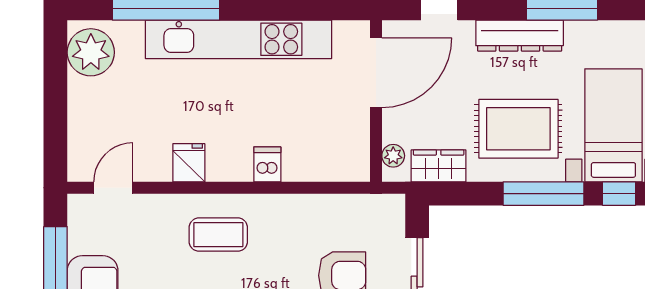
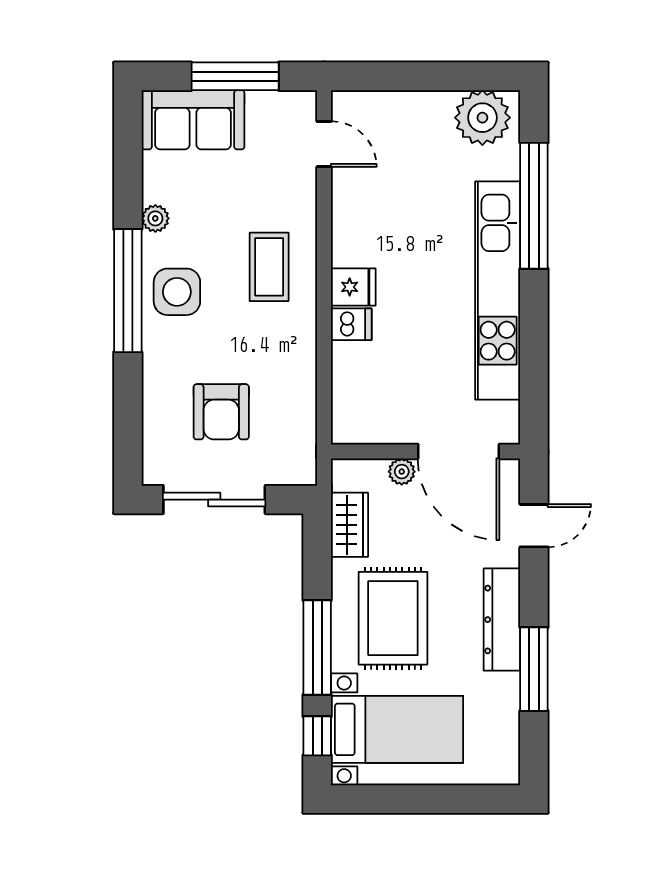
plant: (393, 156) -> (402, 472), moved
fridge: (189, 163) -> (353, 287), moved

